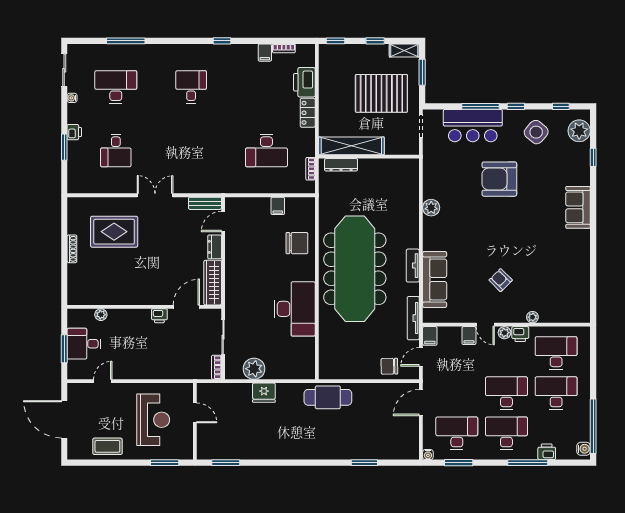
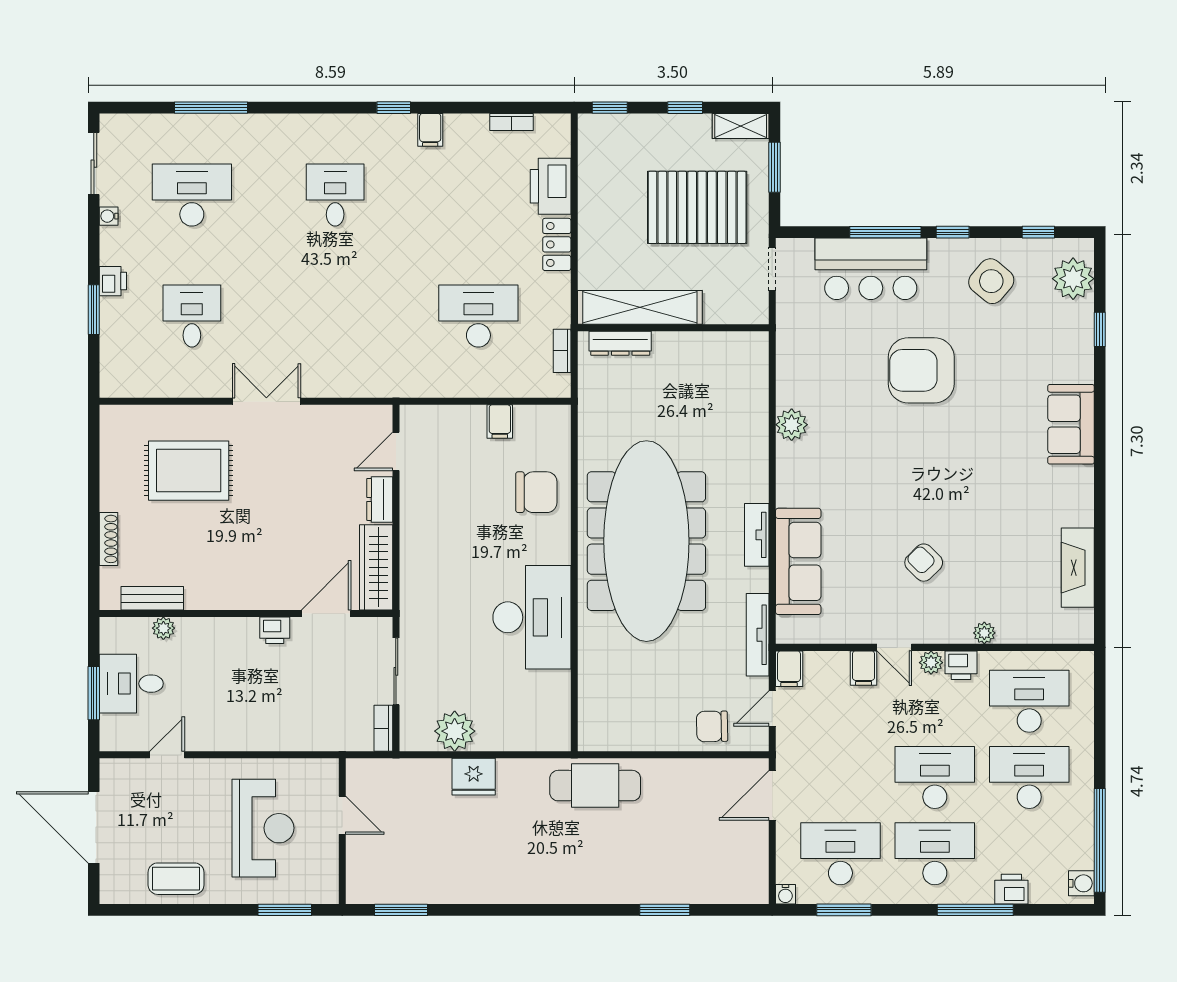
filing cabinet: (265, 53) -> (430, 130), moved
desk: (116, 150) -> (192, 316), turned 180
desk: (266, 150) -> (478, 316), turned 180
bench: (205, 203) -> (152, 598), moved
shoe rack: (72, 249) -> (109, 539), moved
fireplace: (582, 283) -> (1078, 568), added

